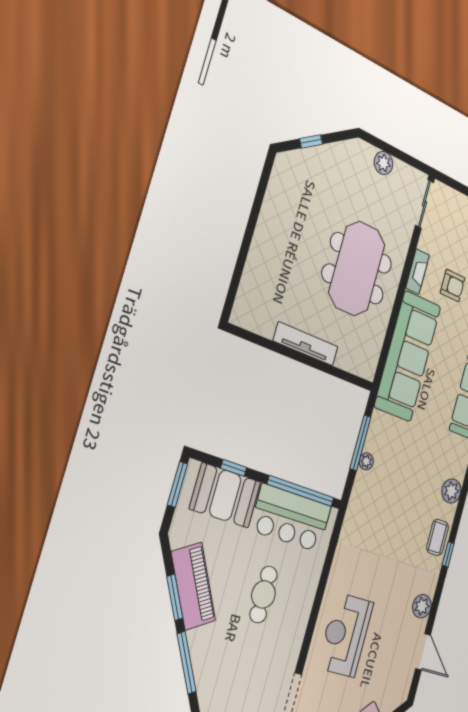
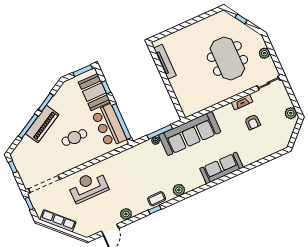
meeting table: (357, 269) -> (227, 58), moved, turned 90
tv unit: (306, 344) -> (165, 62), moved
sofa: (408, 356) -> (190, 133), moved
piano: (193, 586) -> (42, 124), moved

